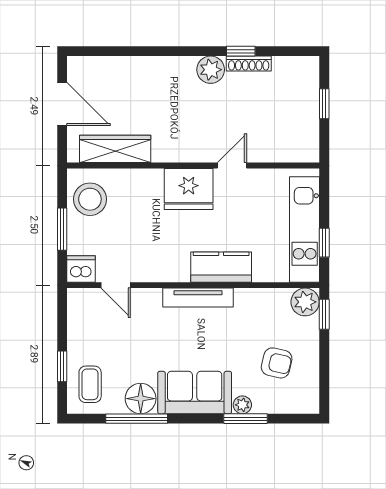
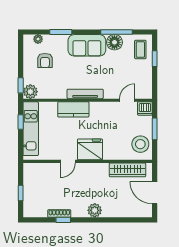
plant: (211, 70) -> (95, 210), moved
door: (116, 285) -> (127, 100), hinge flipped
armchair: (277, 363) -> (45, 60), turned -103
plant: (242, 405) -> (38, 39), moved

